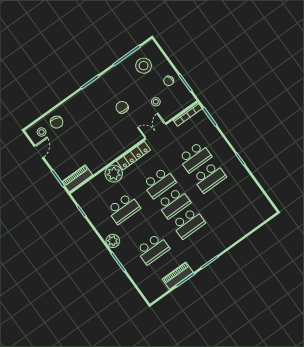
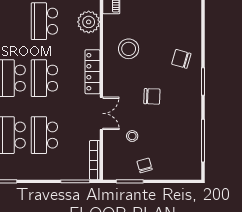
stool: (144, 66) -> (129, 49), moved
chair: (57, 122) -> (181, 59), moved
plant: (114, 174) -> (89, 22), moved

